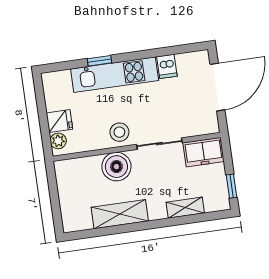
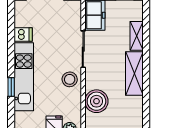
boiler: (116, 167) -> (96, 101), moved
shelving: (120, 214) -> (134, 73), moved

